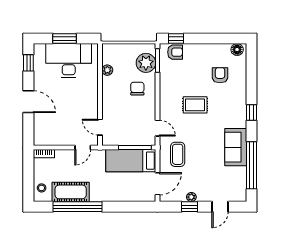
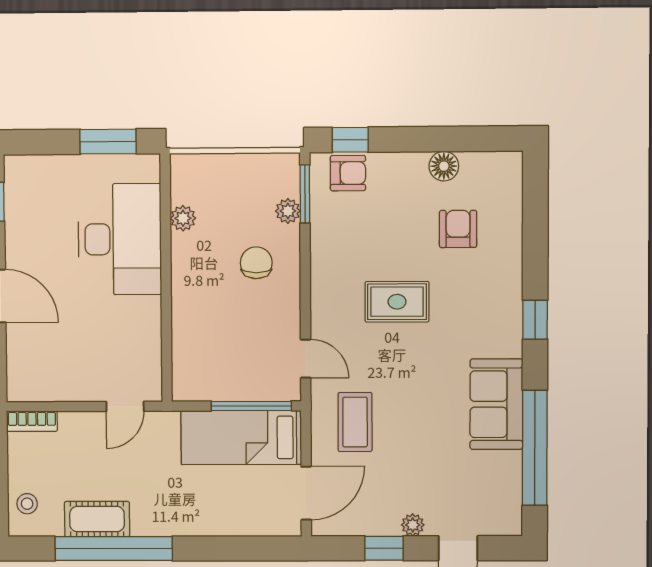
window: (65, 39) -> (108, 142), moved
floor lamp: (237, 50) -> (444, 166), moved
desk: (69, 61) -> (120, 239), moved, turned 90
plant: (146, 63) -> (288, 211), width x0.53, depth x0.53
door: (100, 127) -> (167, 357), removed
cot: (71, 192) -> (97, 519), width x0.73, depth x0.75
plant: (191, 197) -> (413, 525), moved

